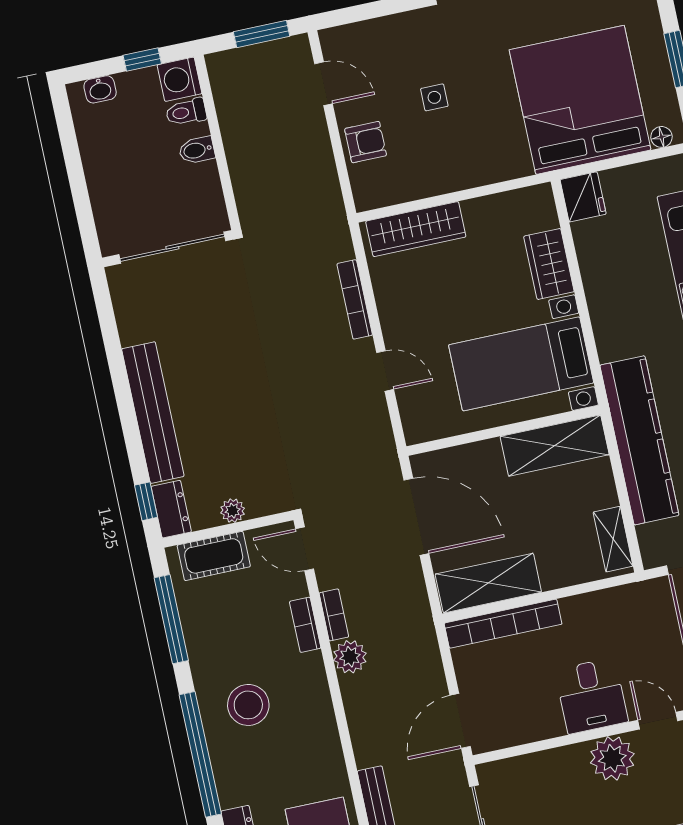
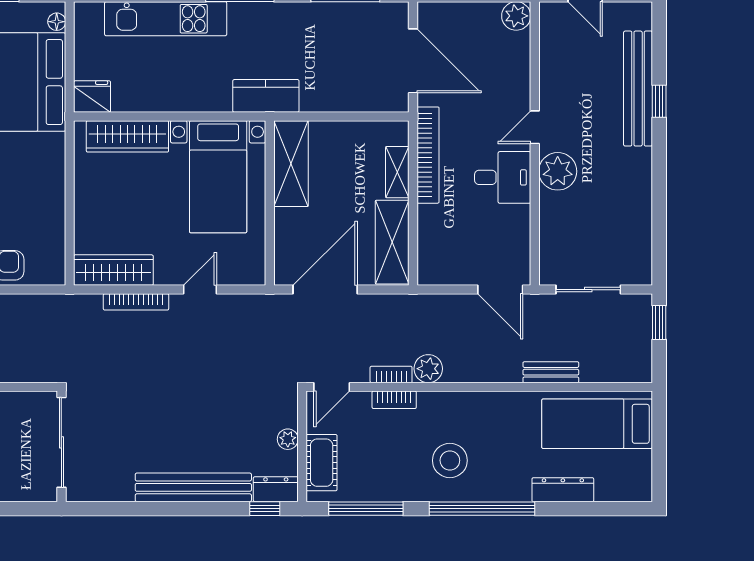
wardrobe: (416, 229) -> (113, 270), moved, turned -90
wardrobe: (549, 264) -> (127, 136), width x1.50
kitchen counter: (639, 440) -> (266, 96), width x0.48, depth x0.86
shelving: (613, 539) -> (397, 172), moved, turned 90
bookcase: (503, 624) -> (428, 155), moved

